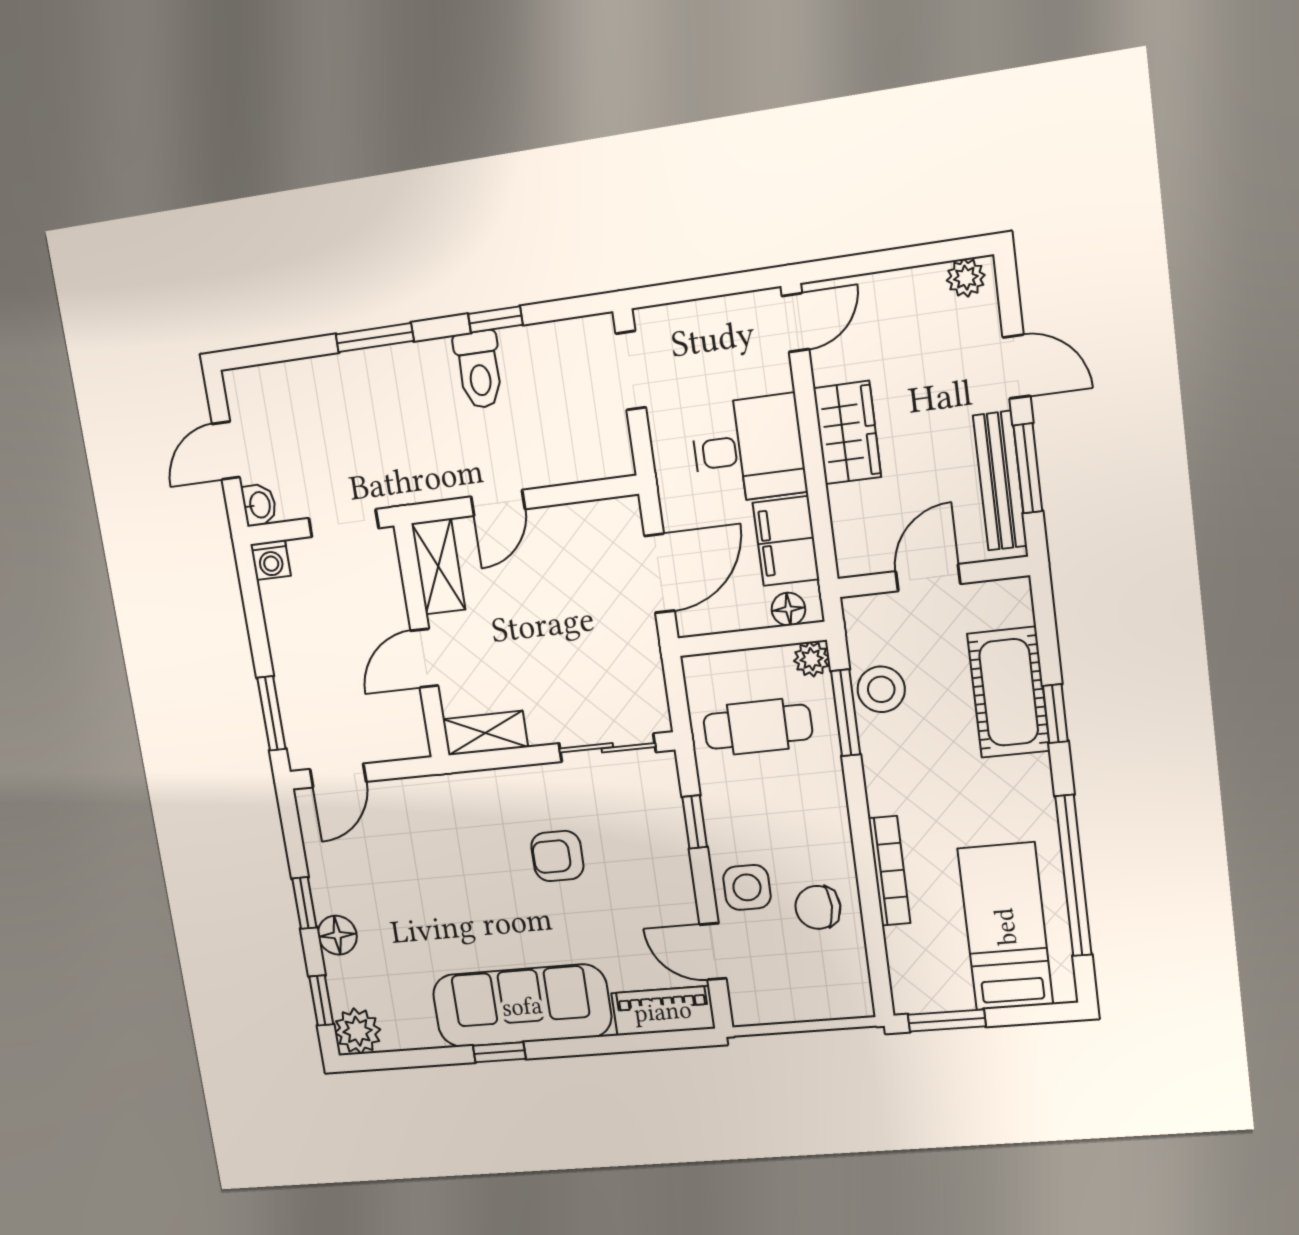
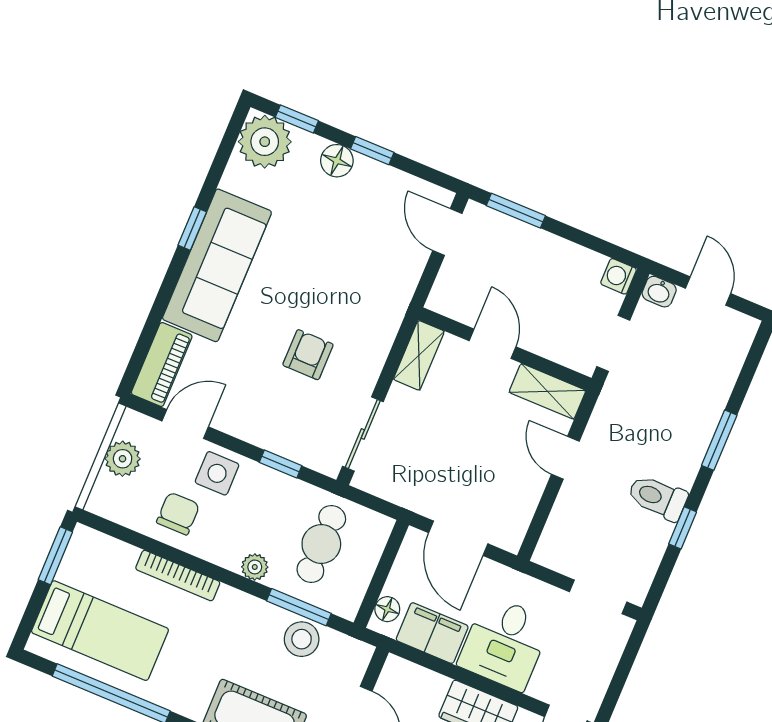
plant: (812, 659) -> (255, 567), moved
plant: (792, 1001) -> (123, 459), added
plant: (358, 1031) -> (265, 142), width x1.36, depth x1.36

